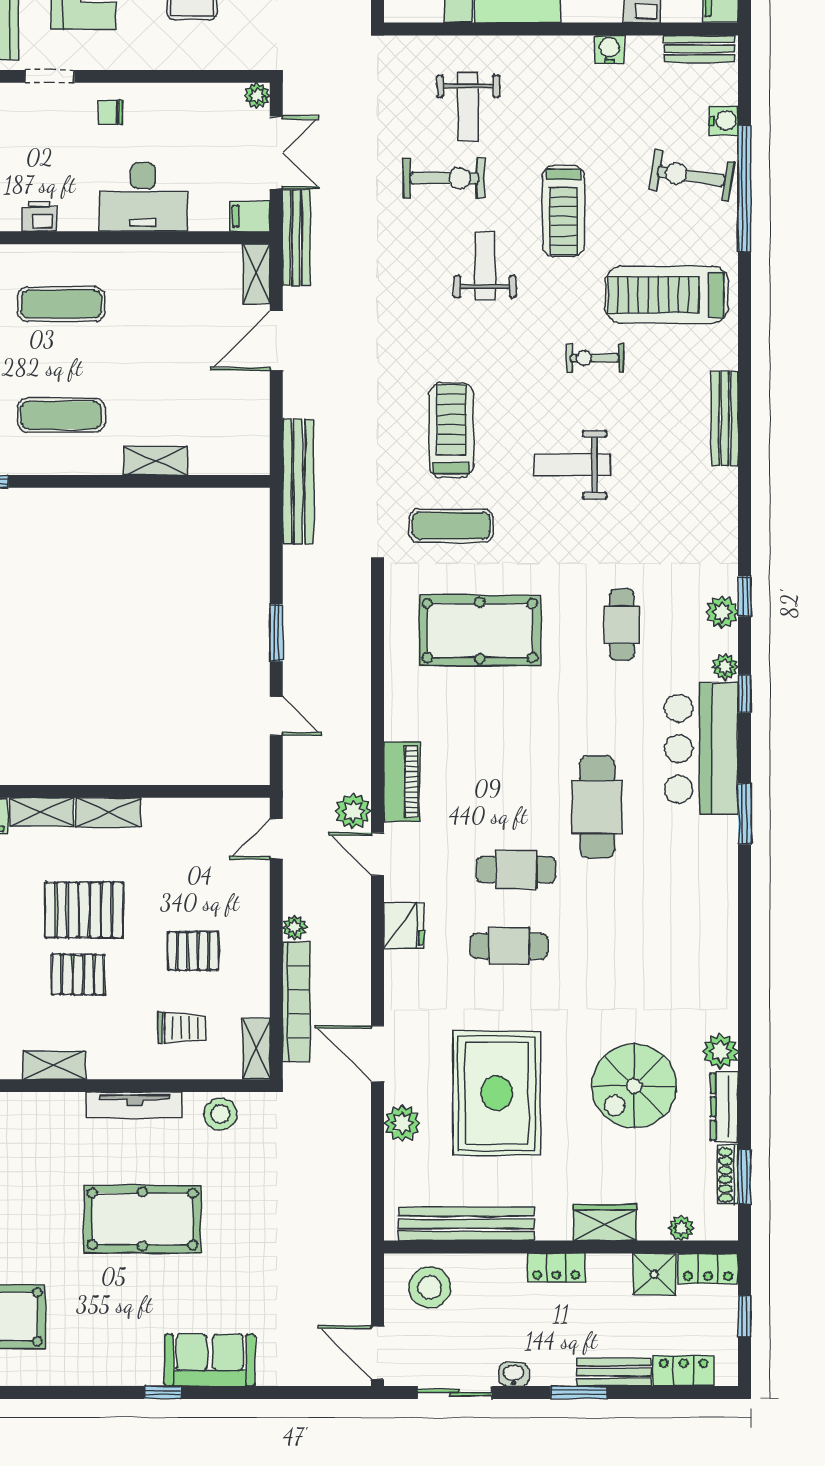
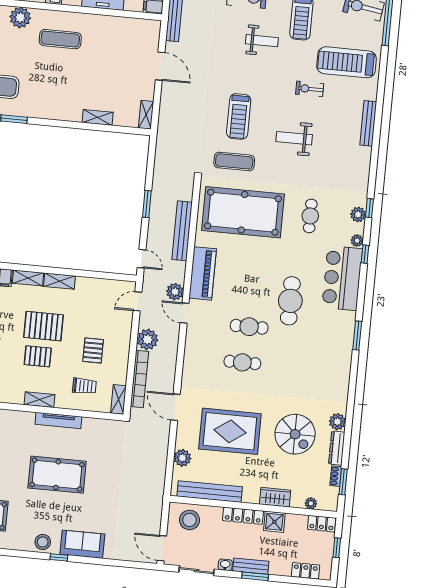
weight bench: (485, 266) -> (262, 41), turned 90
shelving: (257, 274) -> (146, 115), moved
door: (276, 341) -> (160, 66), swing flipped
exercise mat: (61, 415) -> (55, 92), removed
treadmill: (451, 430) -> (239, 116), turned 180
bench: (298, 481) -> (182, 231), moved
pool table: (480, 631) -> (243, 212), width x1.36, depth x1.32
door: (276, 716) -> (142, 259), moved
piano: (402, 782) -> (203, 273), width x1.37, depth x1.33
window: (744, 814) -> (357, 336), moved
fridge: (404, 926) -> (194, 348), removed
plant: (295, 927) -> (148, 339), width x1.88, depth x1.88
pallet: (193, 951) -> (93, 350), turned 90
shelving: (54, 1065) -> (39, 400), moved
spiral stairs: (634, 1086) -> (295, 434), turned -90
rug: (497, 1093) -> (230, 431), turned 90
stool: (220, 1114) -> (43, 542), moved
plant: (402, 1123) -> (182, 458), moved
shoe rack: (728, 1175) -> (336, 476), width x0.70
locker: (556, 1268) -> (243, 516), width x1.53
shower: (654, 1274) -> (274, 522), moved
bench: (614, 1372) -> (251, 566), moved

